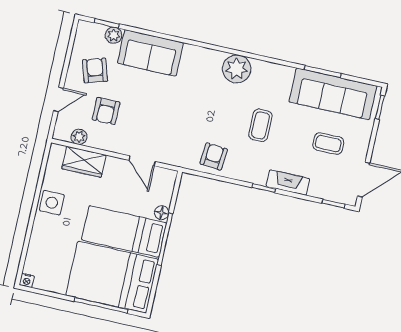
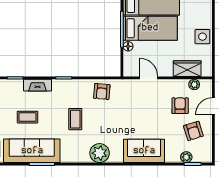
sofa: (150, 53) -> (144, 151), moved
fireplace: (288, 183) -> (38, 85), moved

